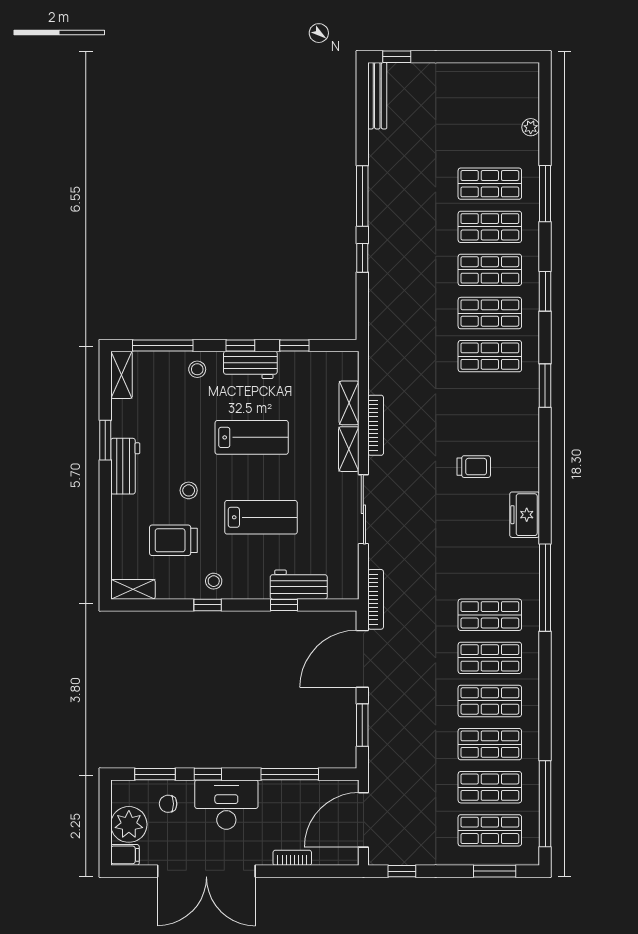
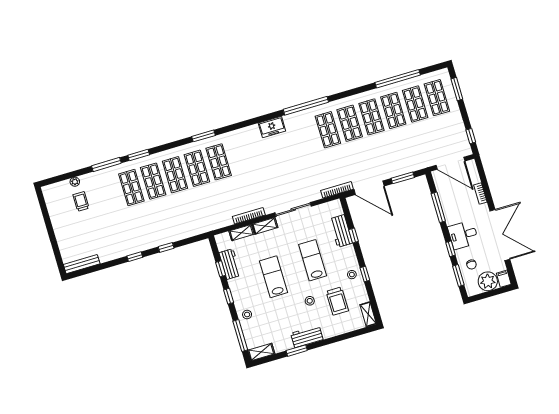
window: (397, 57) -> (59, 260), removed
shop shelf: (490, 184) -> (219, 162), moved
window: (362, 196) -> (135, 257), width x0.46
window: (545, 291) -> (139, 155), moved
workbench: (250, 365) -> (230, 264), moved
trolley: (474, 467) -> (81, 202), moved
window: (545, 804) -> (398, 79), moved
desk: (226, 805) -> (463, 235), width x0.73

